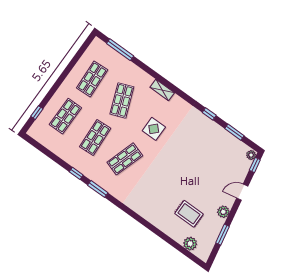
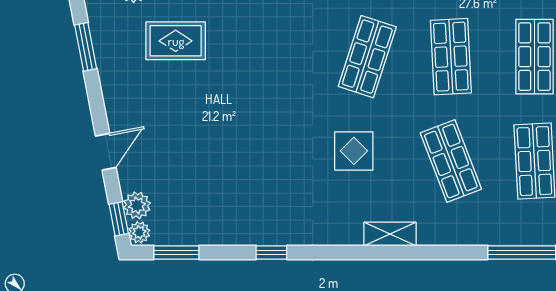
window: (234, 132) -> (176, 252), moved
plant: (223, 212) -> (137, 205), moved

